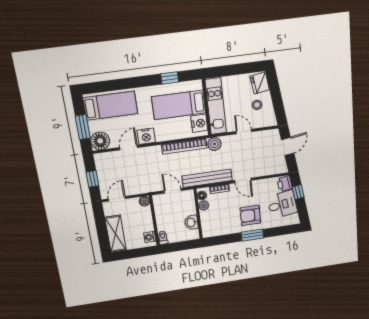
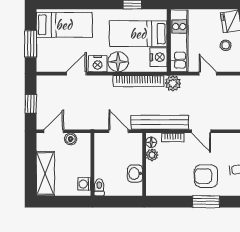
floor lamp: (100, 141) -> (118, 62), moved
boiler: (145, 201) -> (71, 139), moved

